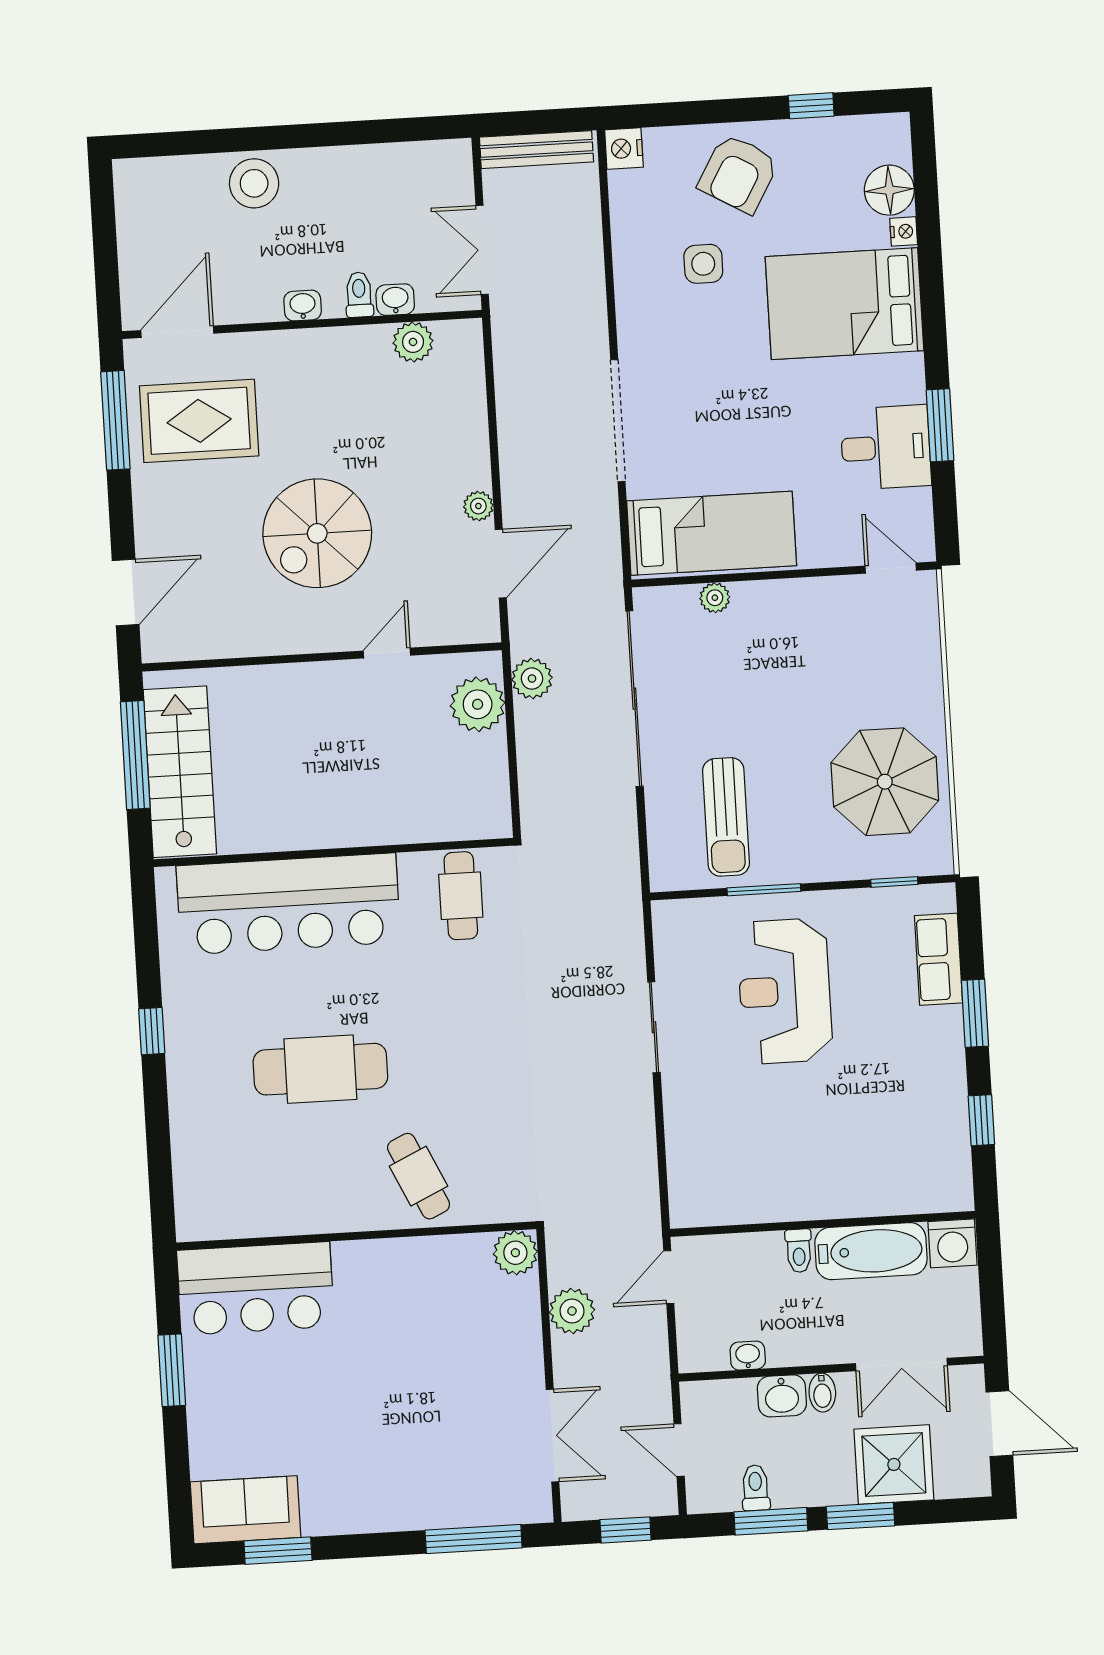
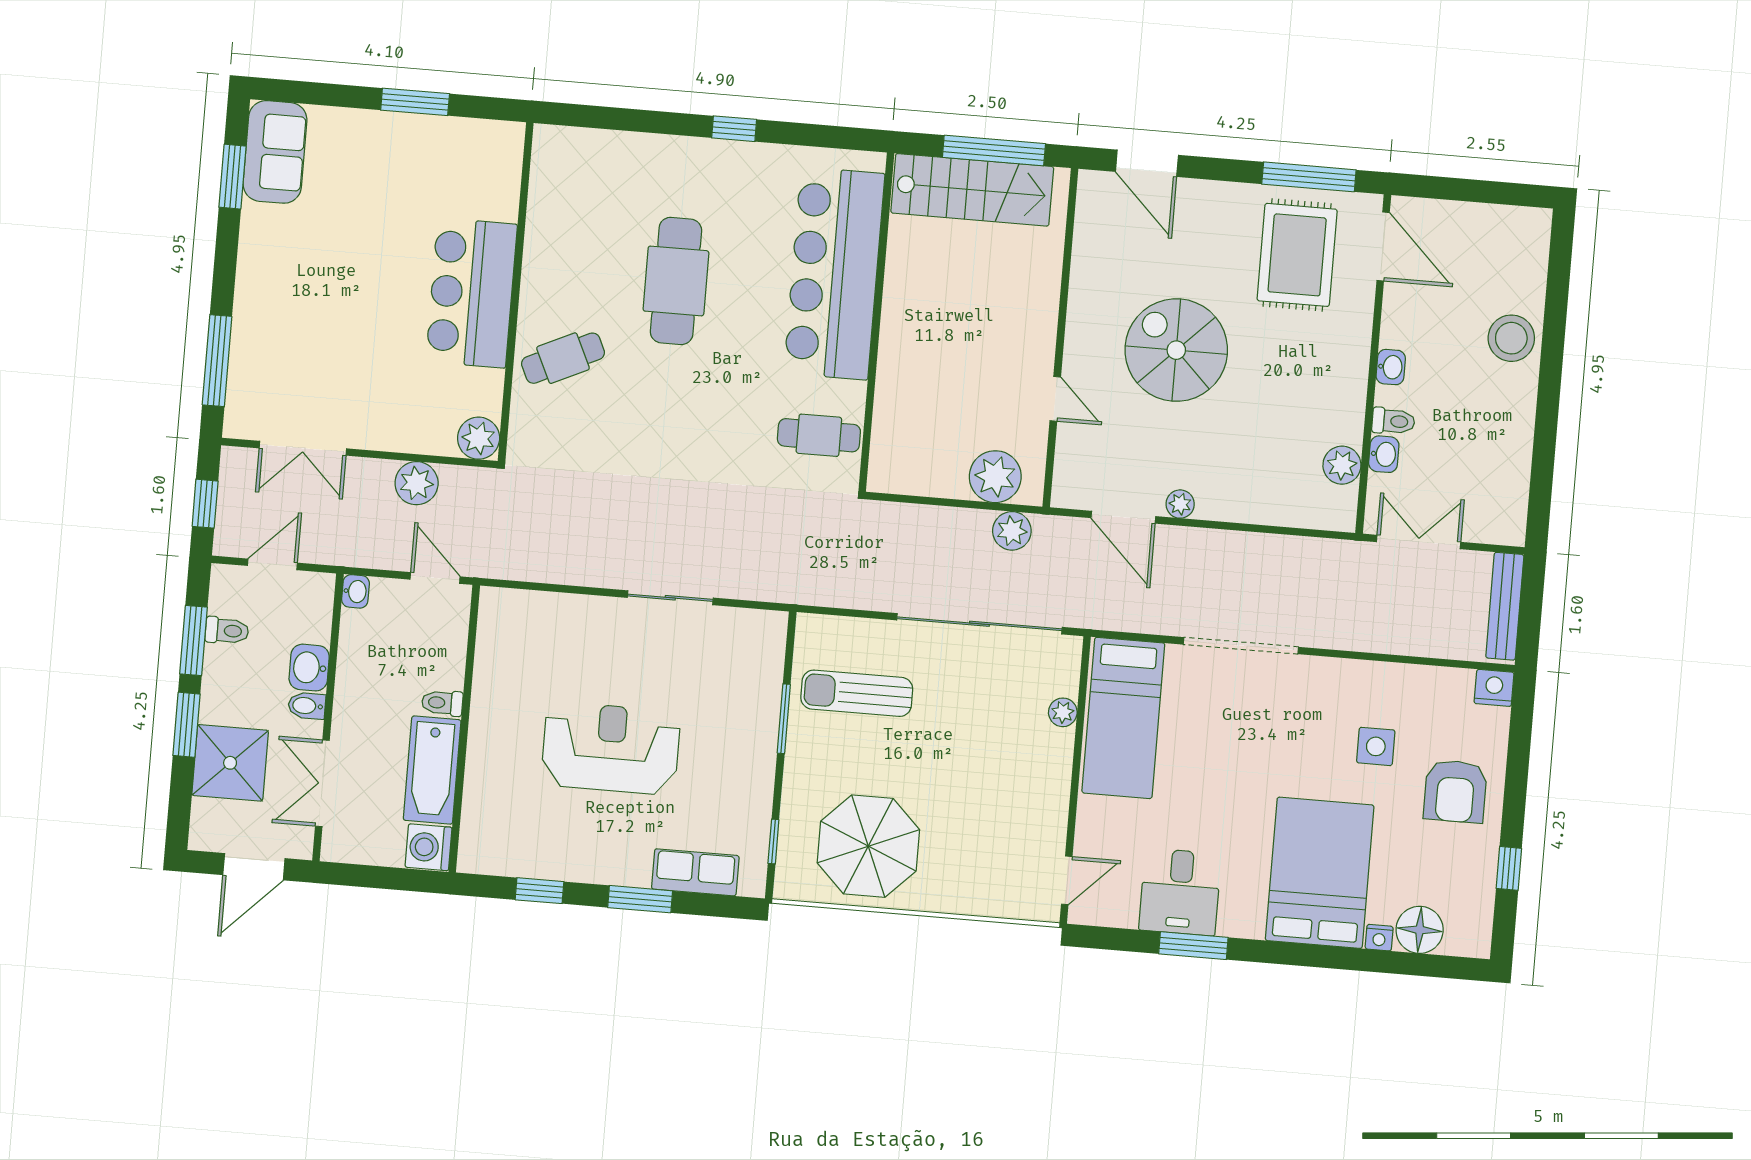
armchair: (738, 174) -> (1455, 791), turned -120
reception desk: (785, 991) -> (611, 748), moved
bar counter: (256, 1288) -> (472, 293), moved
washbasin: (748, 1356) -> (355, 591), moved

